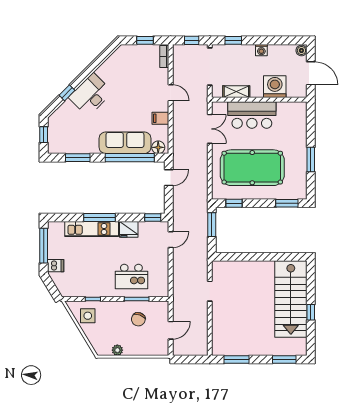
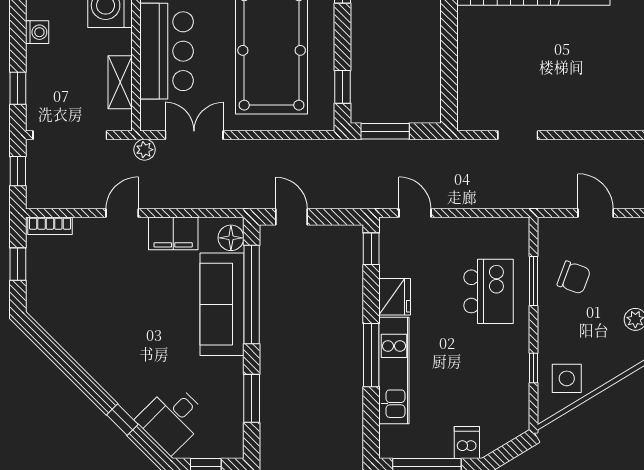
desk: (91, 95) -> (172, 418), moved, width x0.73
plant: (202, 104) -> (145, 150), added
filing cabinet: (160, 118) -> (173, 233), width x2.00

